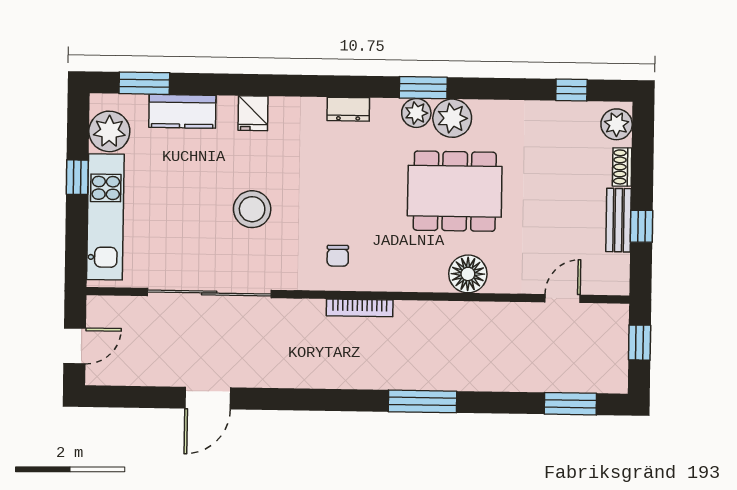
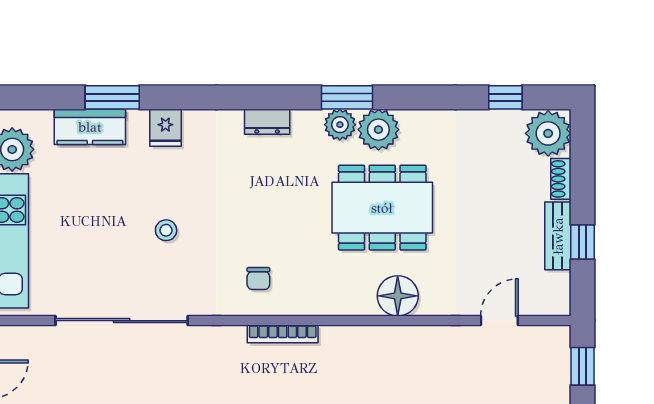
window: (144, 83) -> (112, 97), moved
plant: (617, 124) -> (548, 133), width x1.36, depth x1.36
stool: (252, 209) -> (166, 230), width x0.53, depth x0.53

